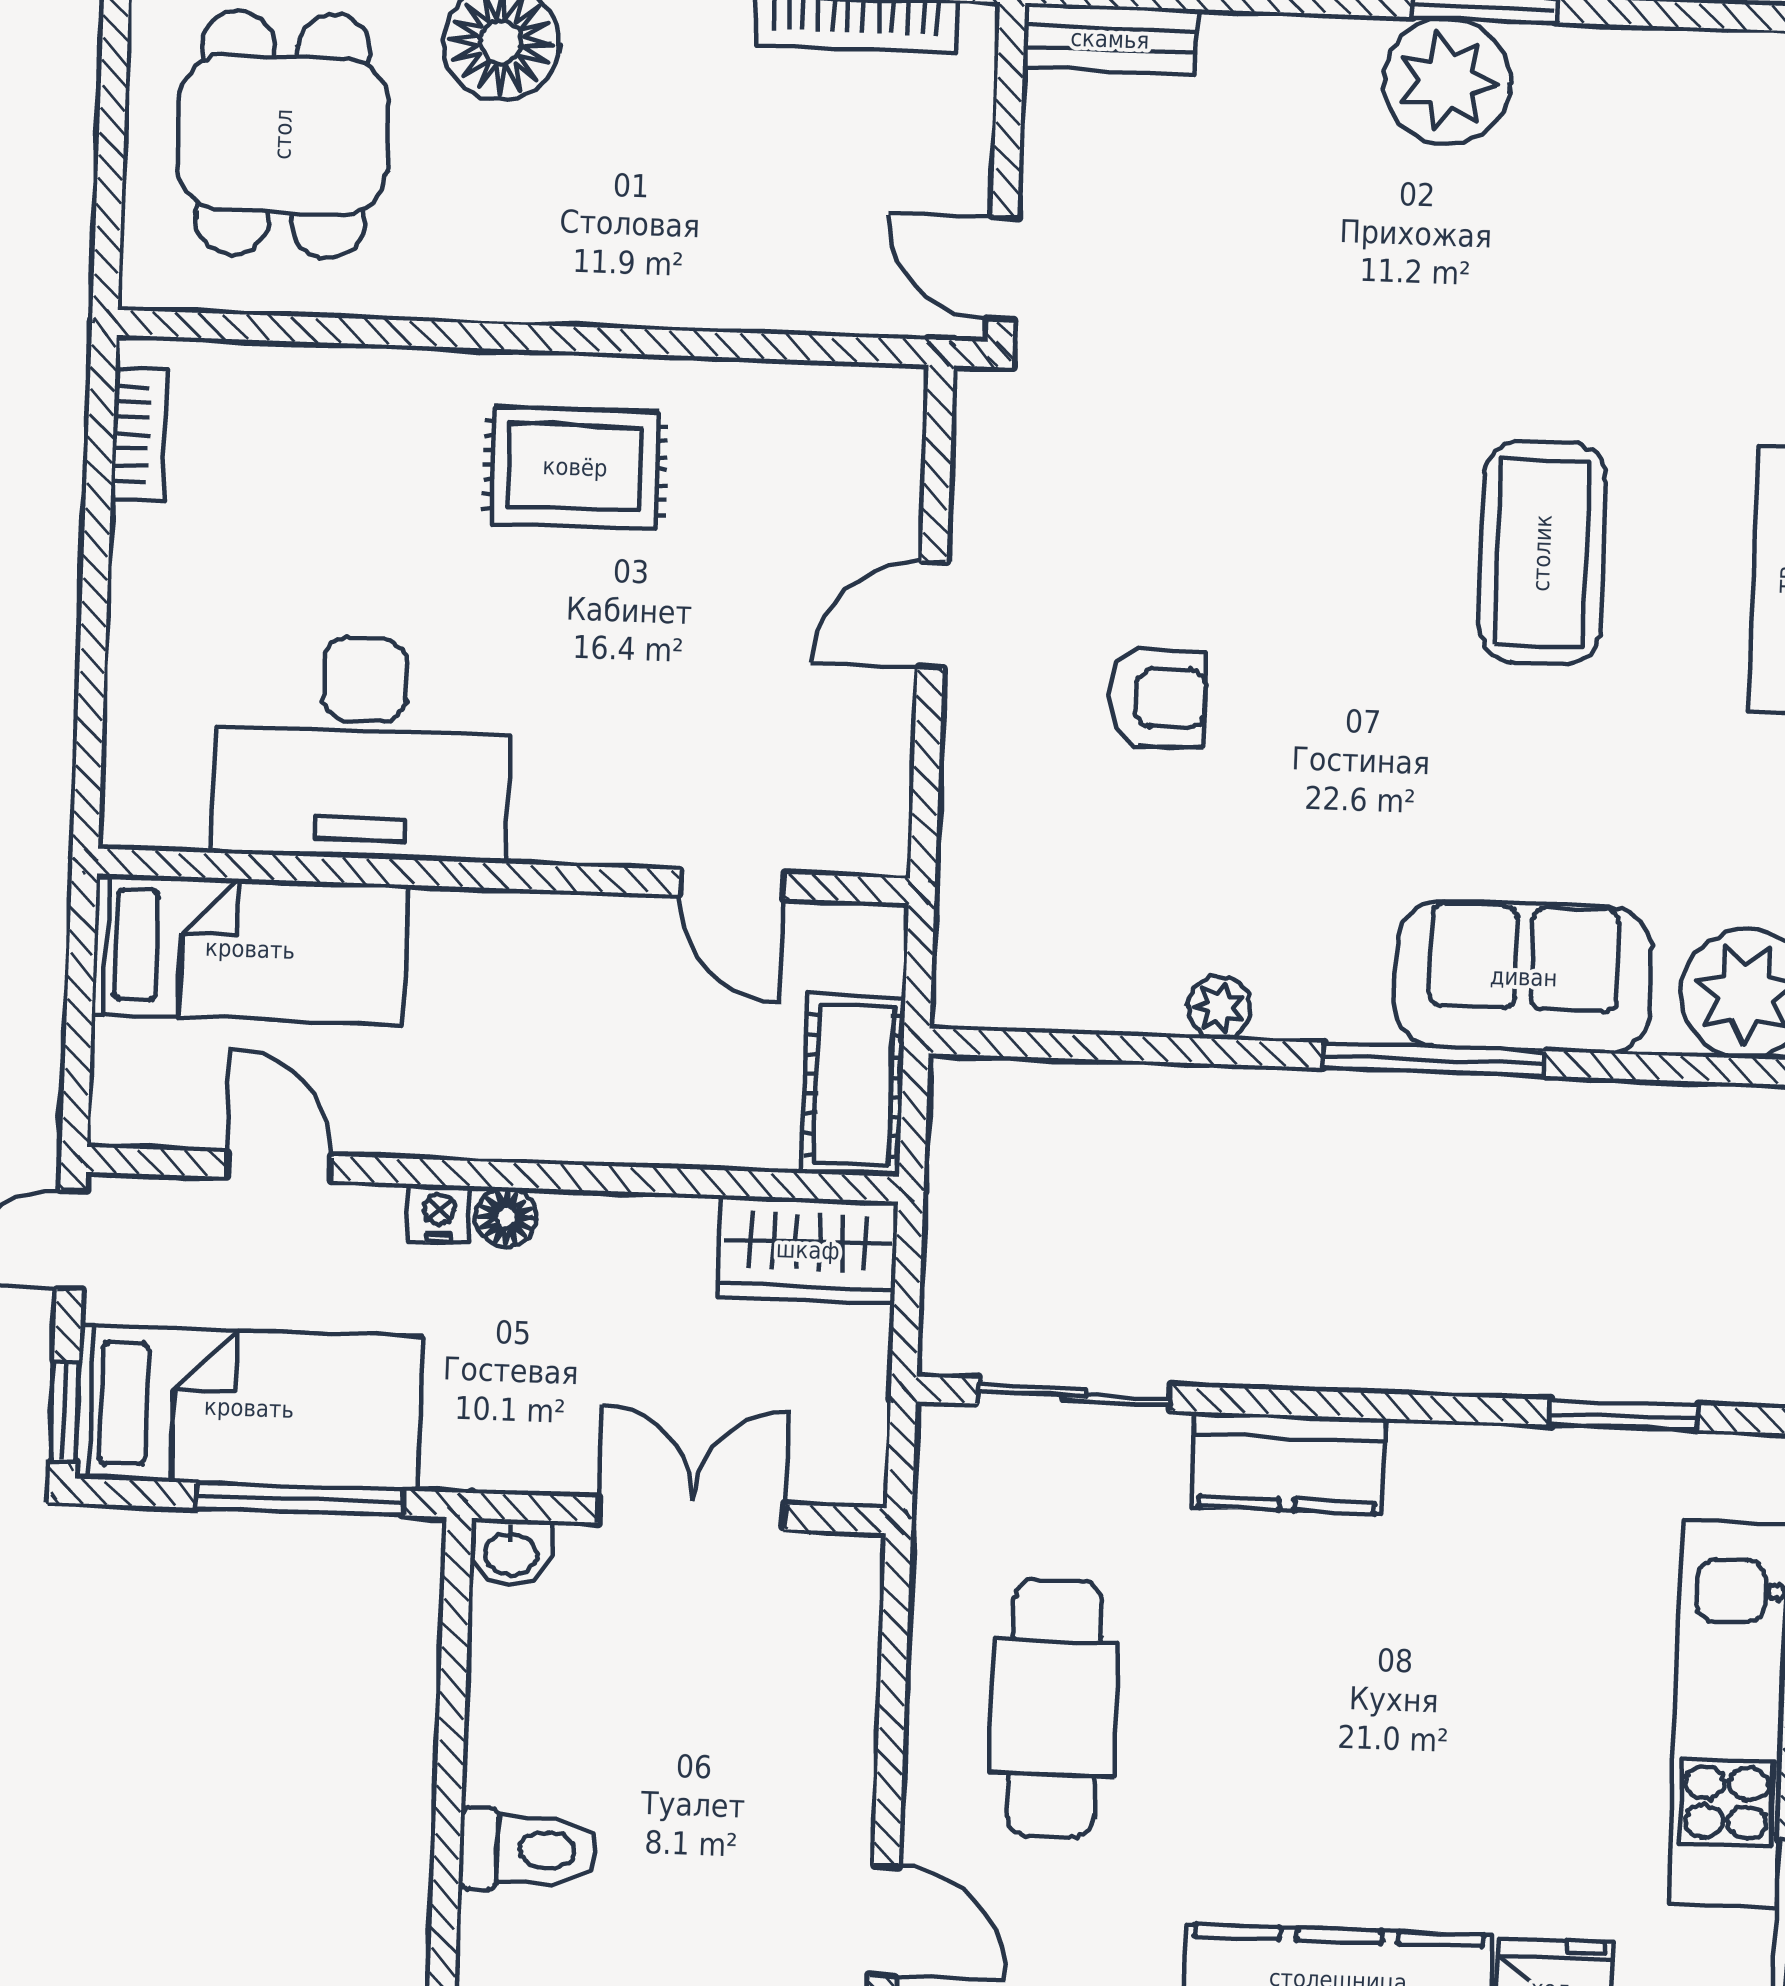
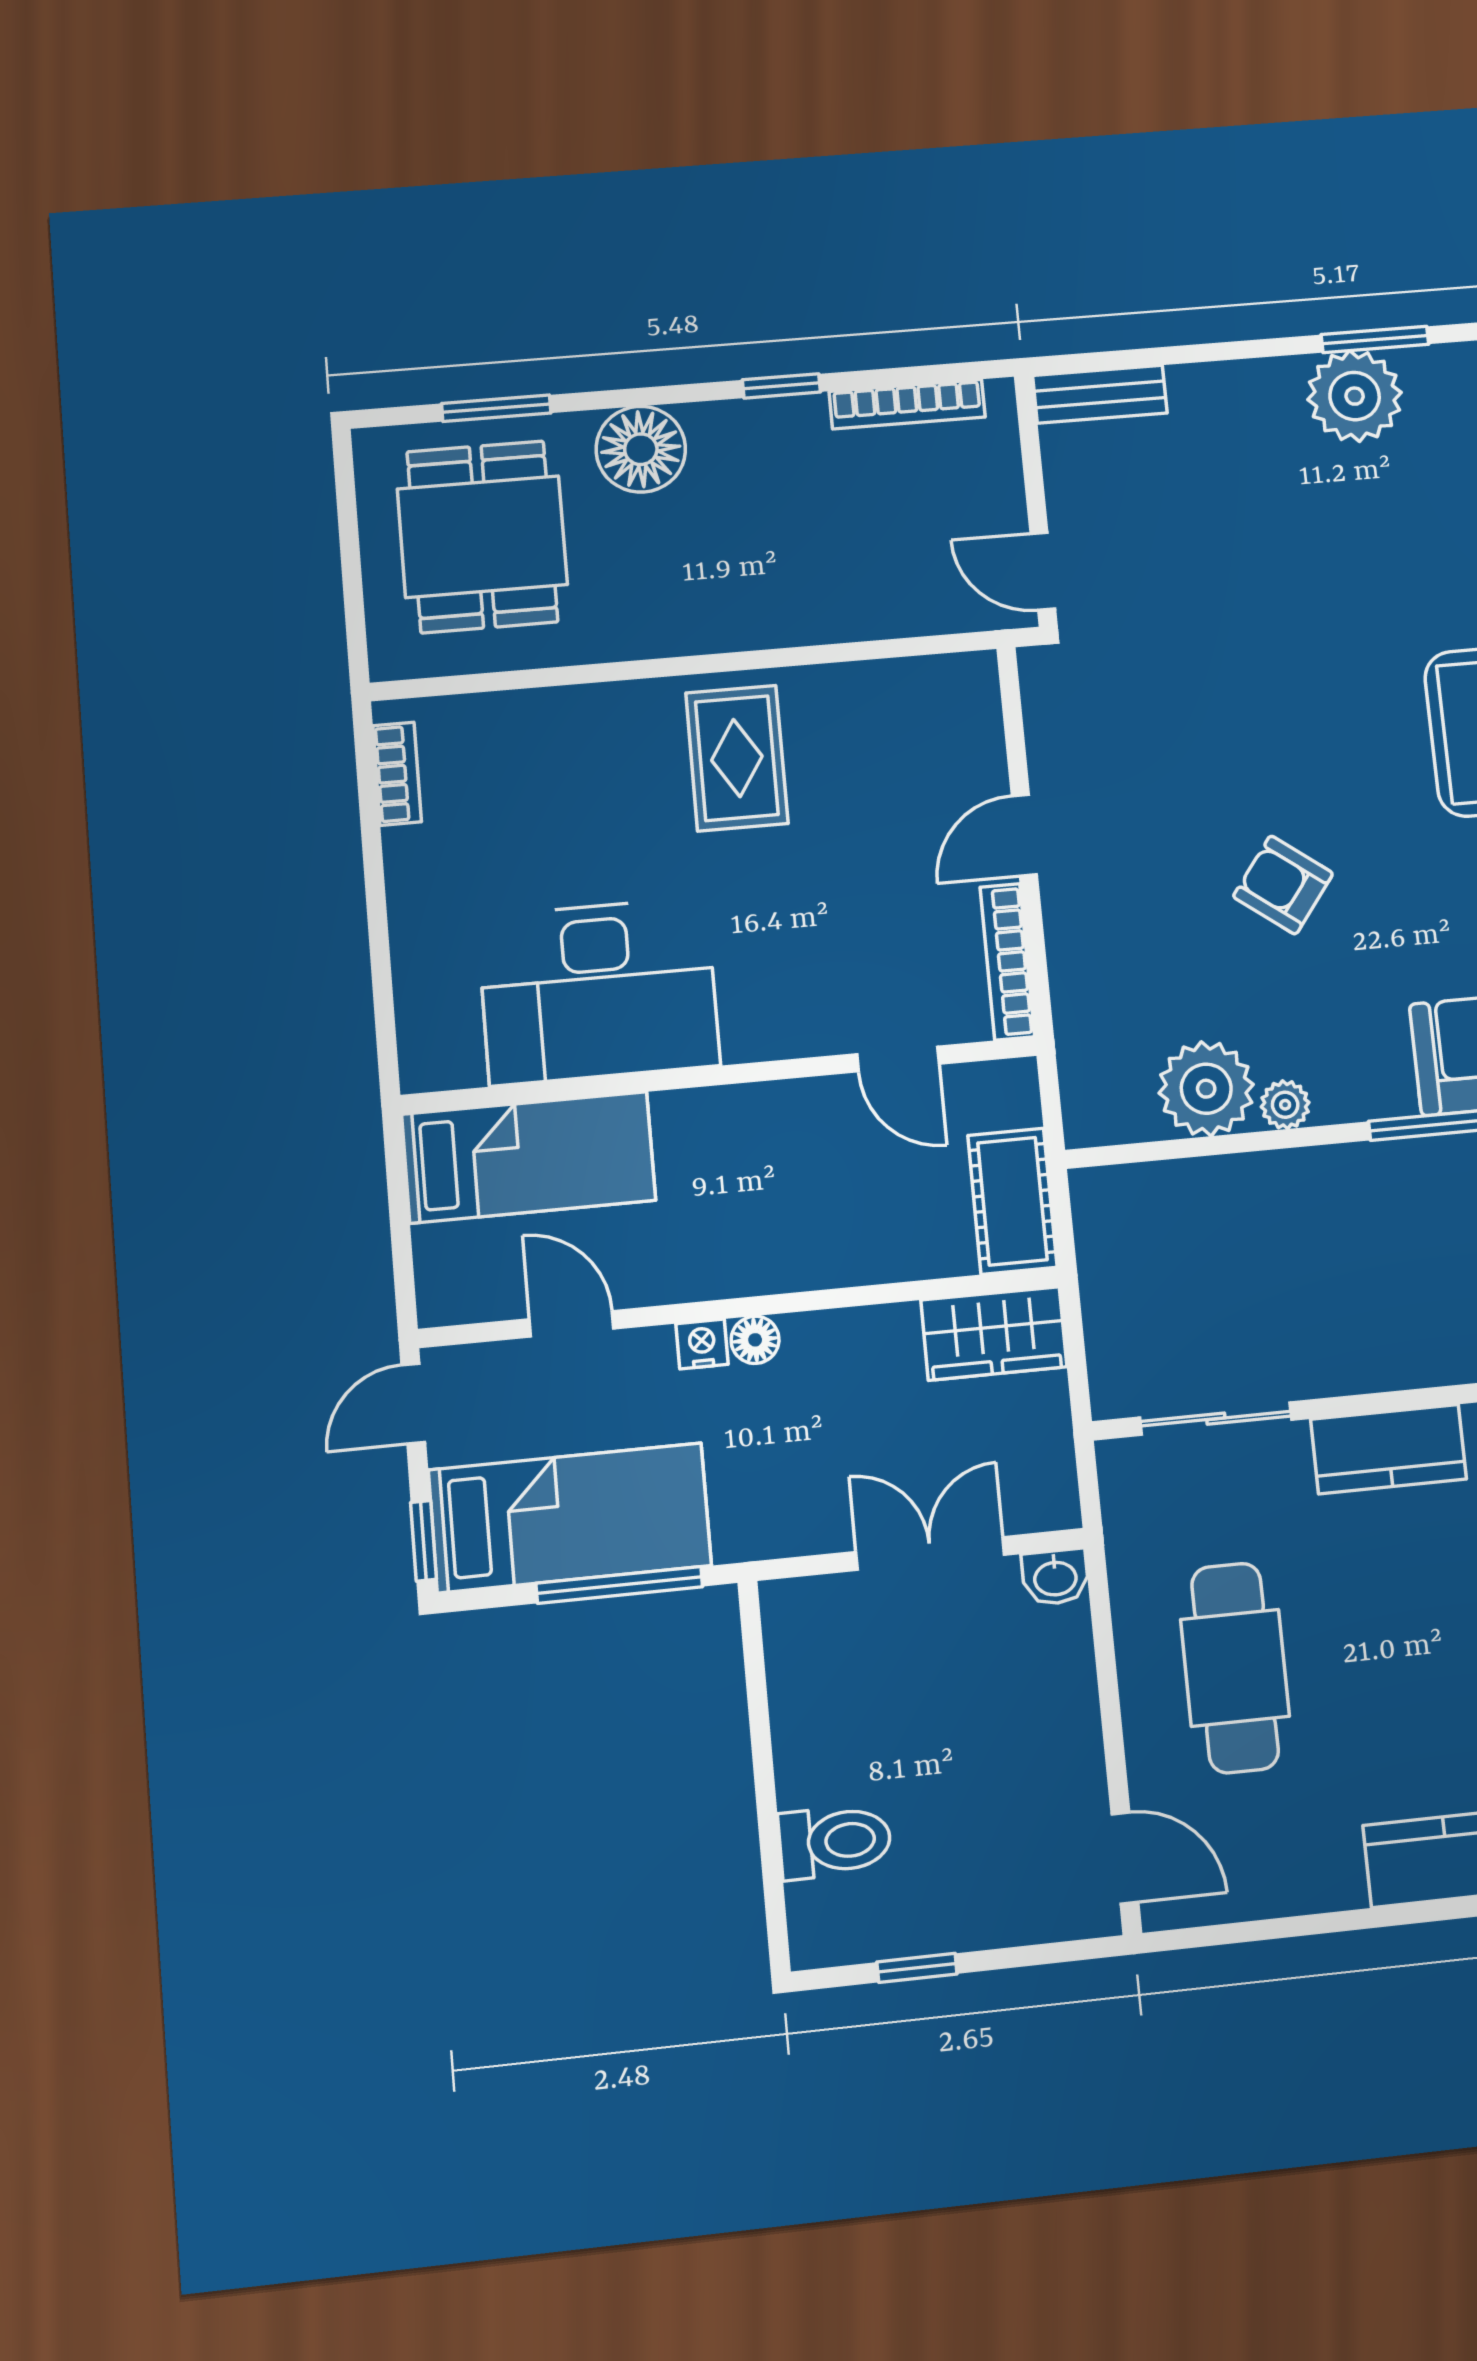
rug: (575, 467) -> (737, 758), turned 90
armchair: (1157, 698) -> (1283, 885), moved, turned -143
bookcase: (888, 777) -> (1007, 962), added
plant: (1121, 974) -> (1206, 1089), added
washbasin: (511, 1552) -> (1055, 1577), moved

